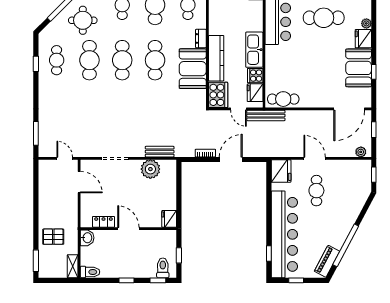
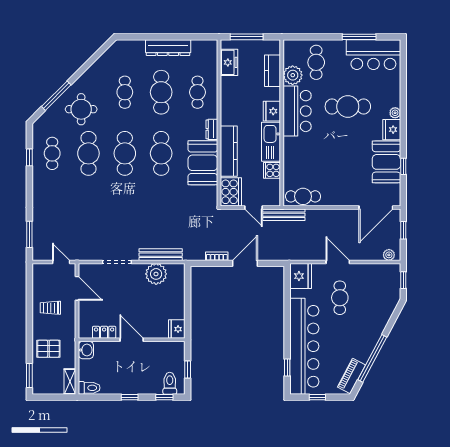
fridge: (255, 93) -> (272, 111), moved
bench: (160, 152) -> (161, 255), width x1.36
trolley: (55, 200) -> (50, 308), added

